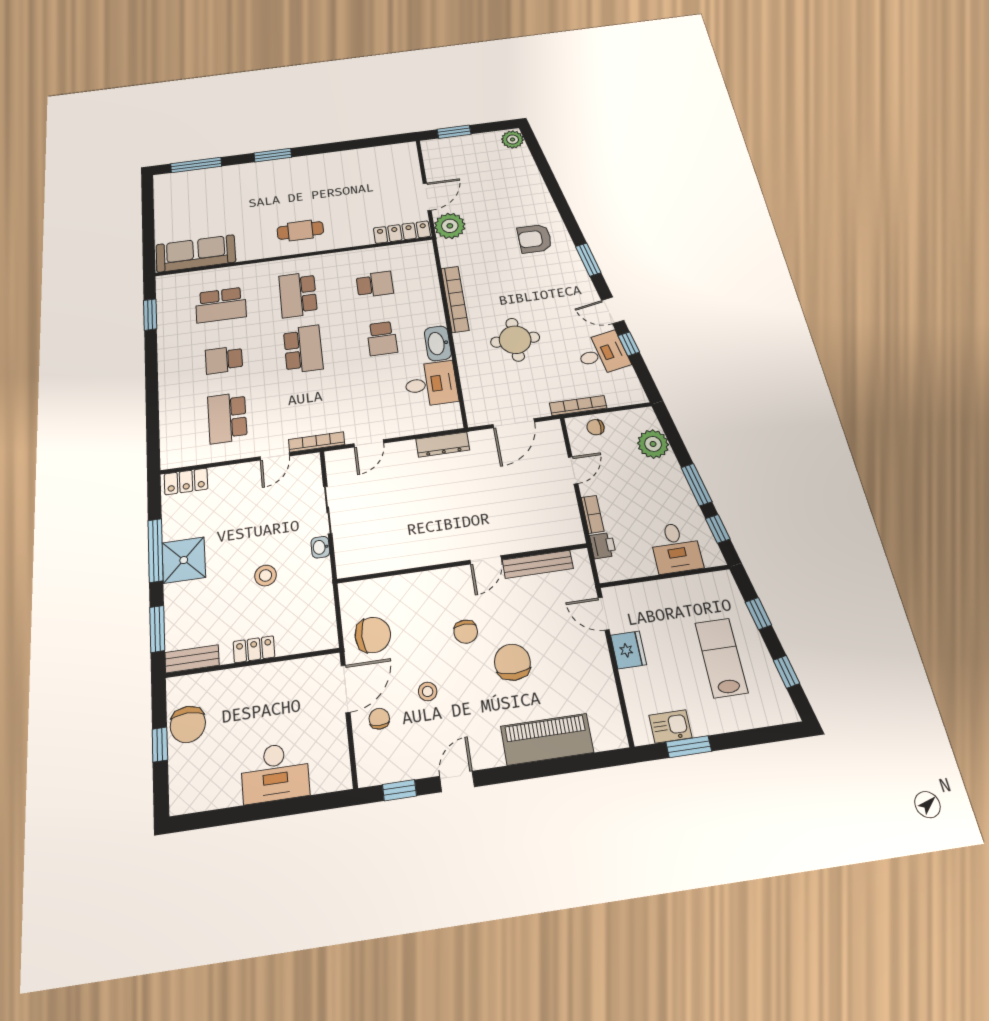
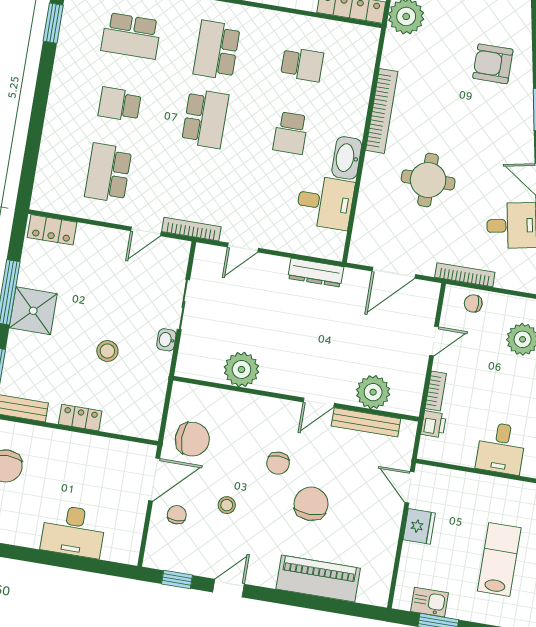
plant: (534, 534) -> (373, 392), added
plant: (401, 552) -> (241, 369), added

